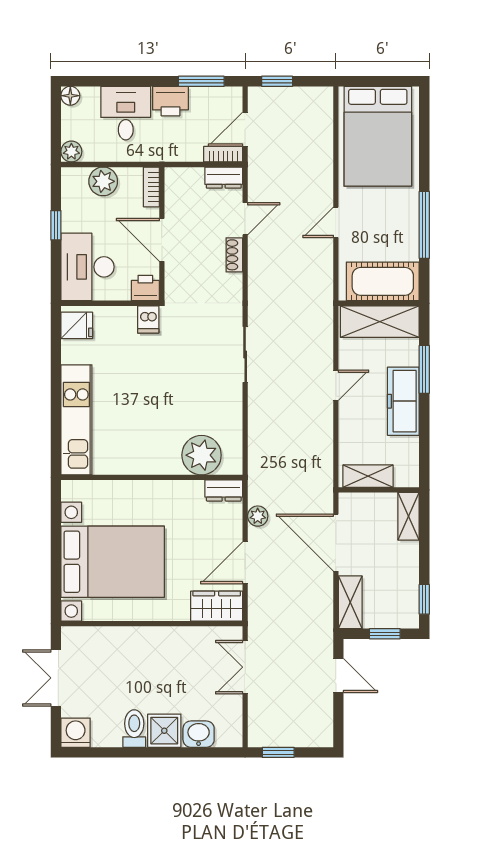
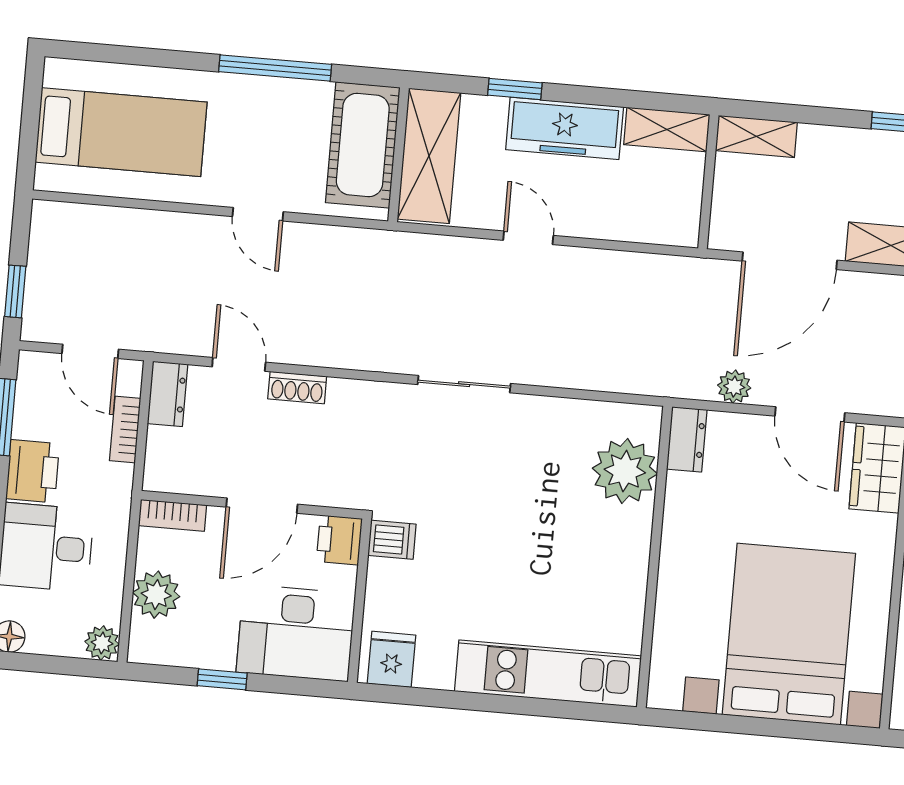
bed: (378, 136) -> (121, 132), width x0.67
bookcase: (223, 154) -> (125, 430), moved
window: (424, 369) -> (515, 89), width x0.67
shelving: (368, 476) -> (667, 130), moved, turned 90

